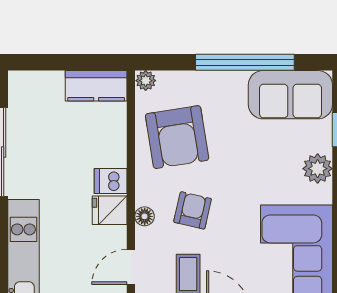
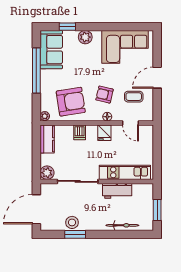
plant: (23, 85) -> (47, 173), added
dishwasher: (111, 181) -> (80, 132), moved

